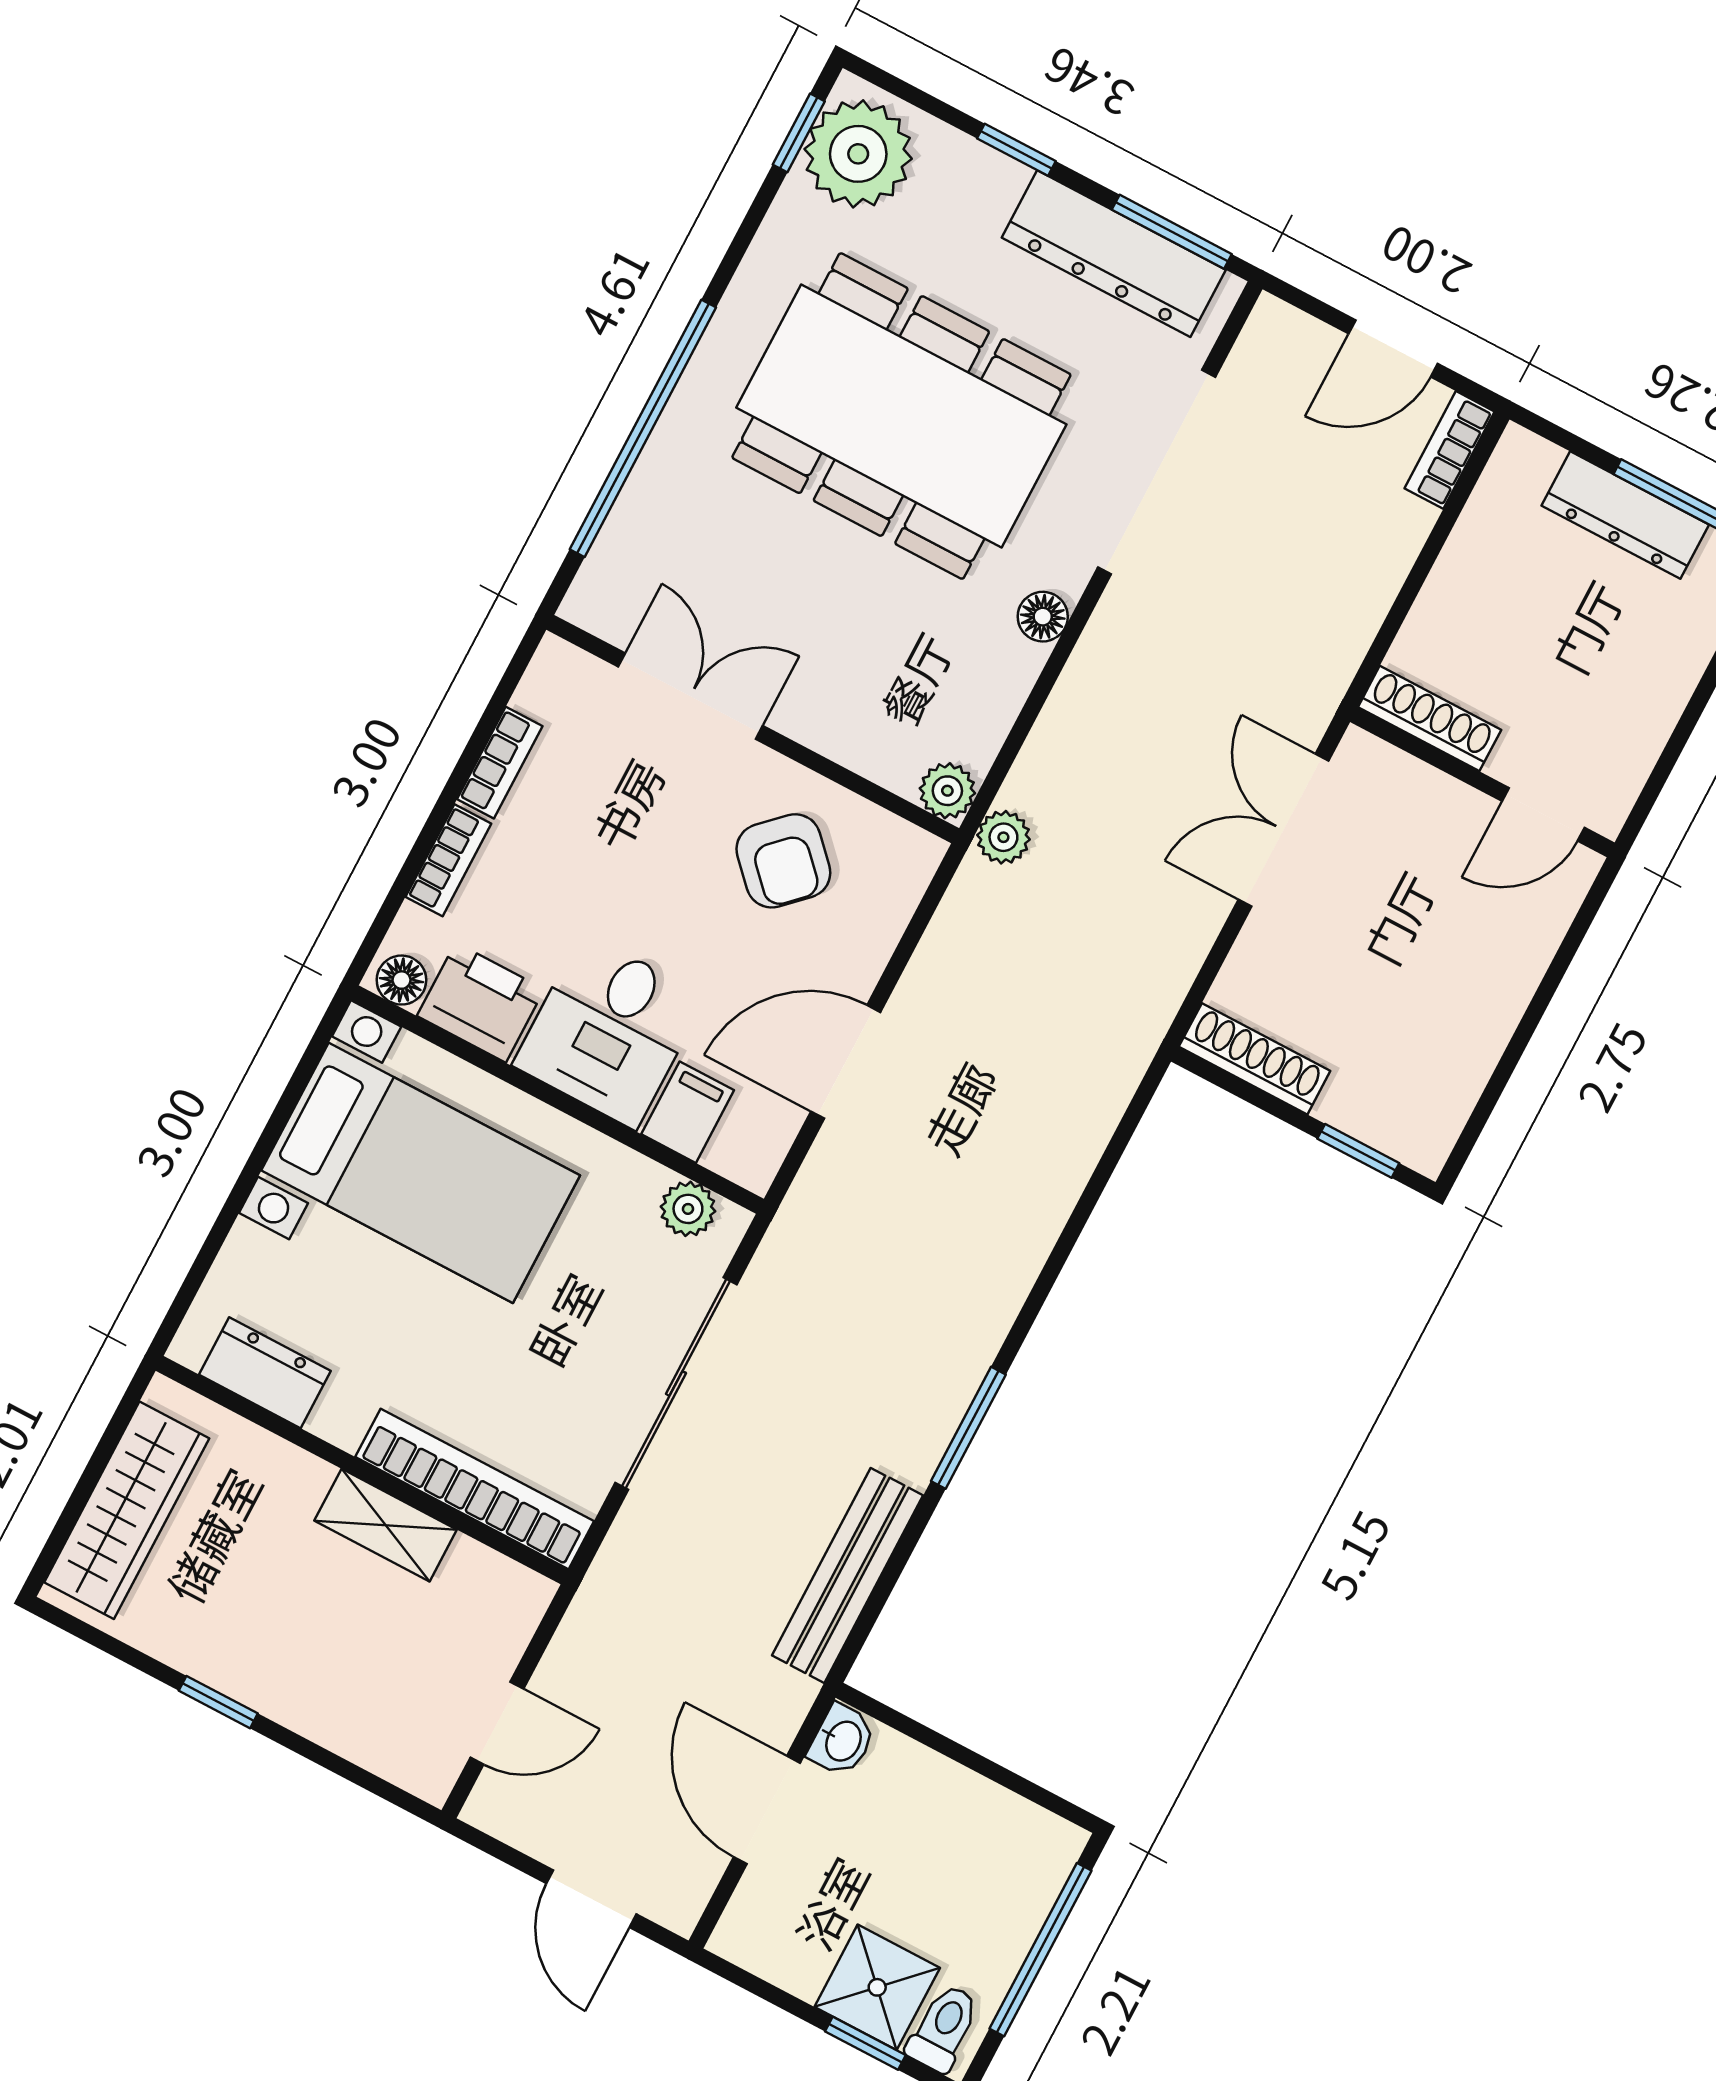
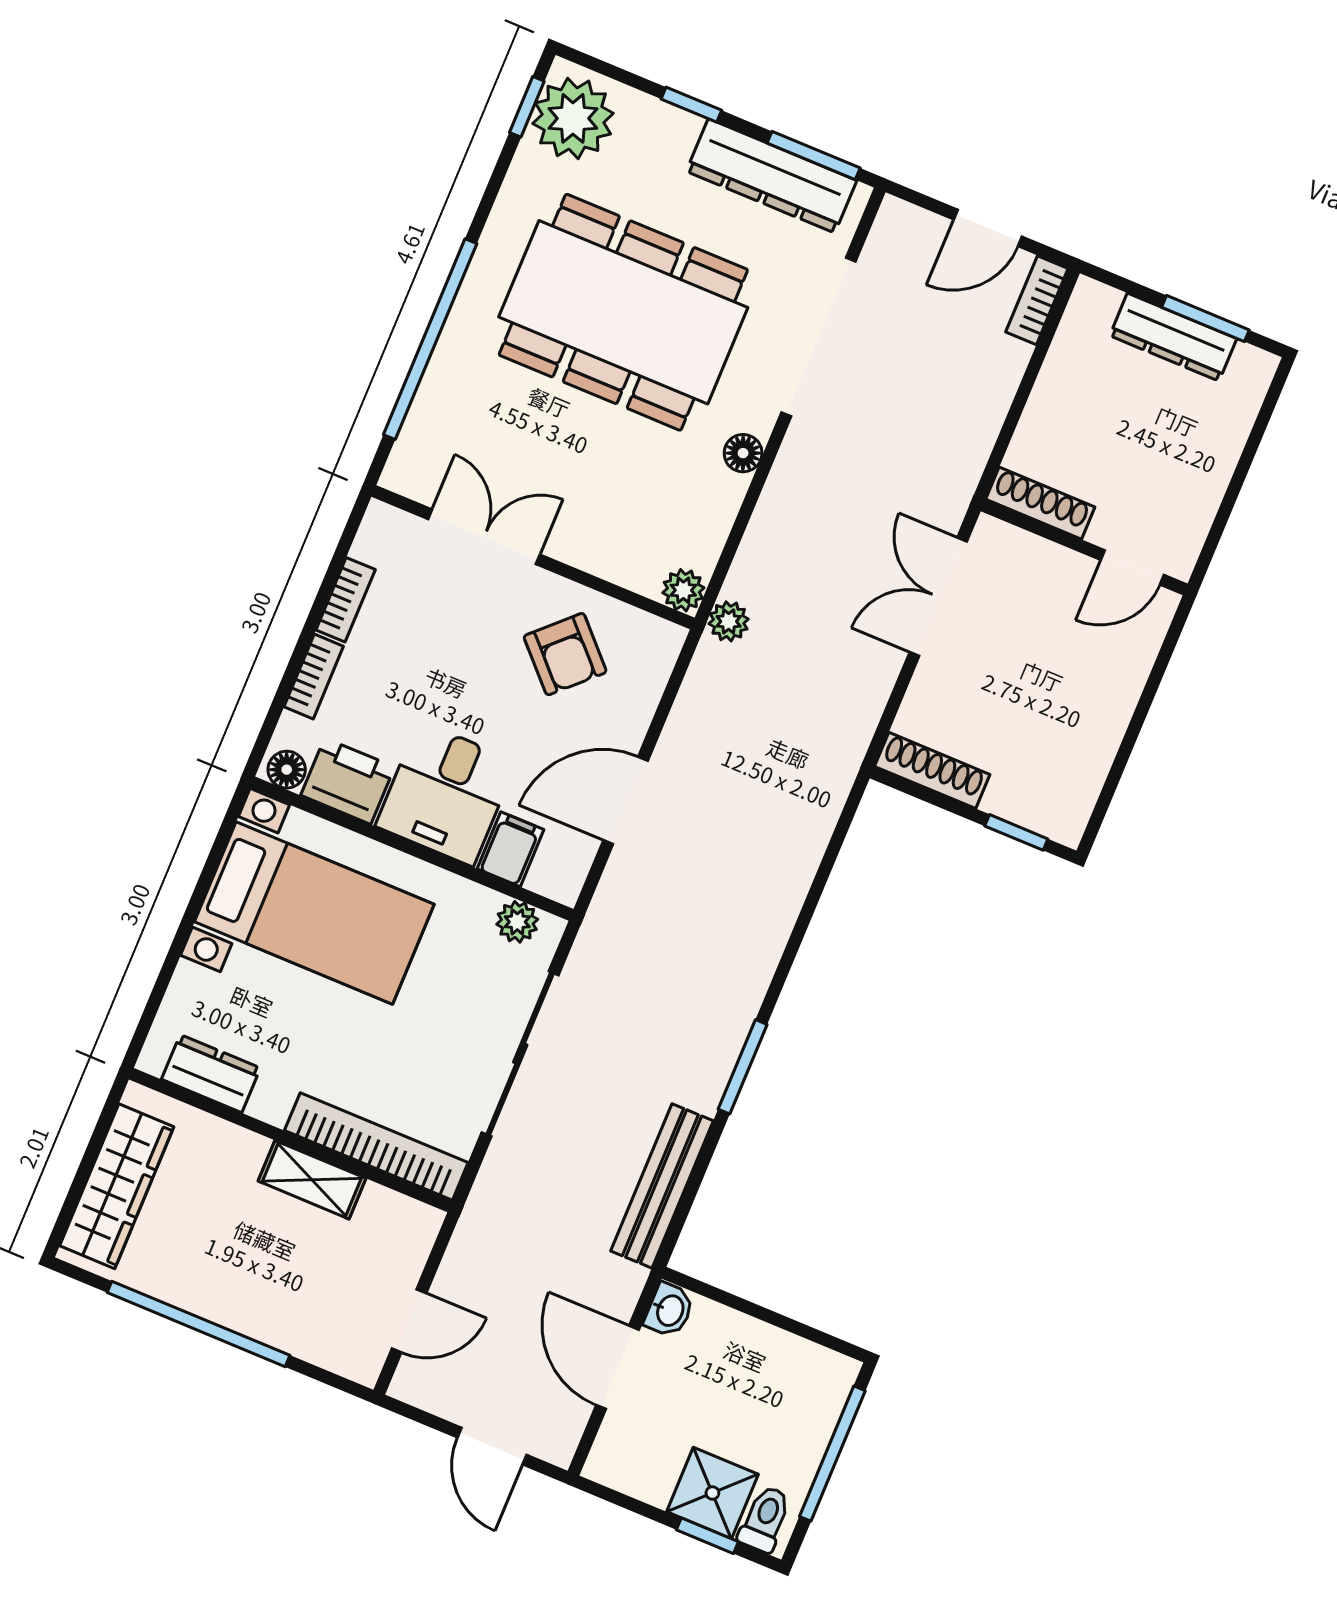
window: (218, 1702) -> (198, 1324), width x3.17

